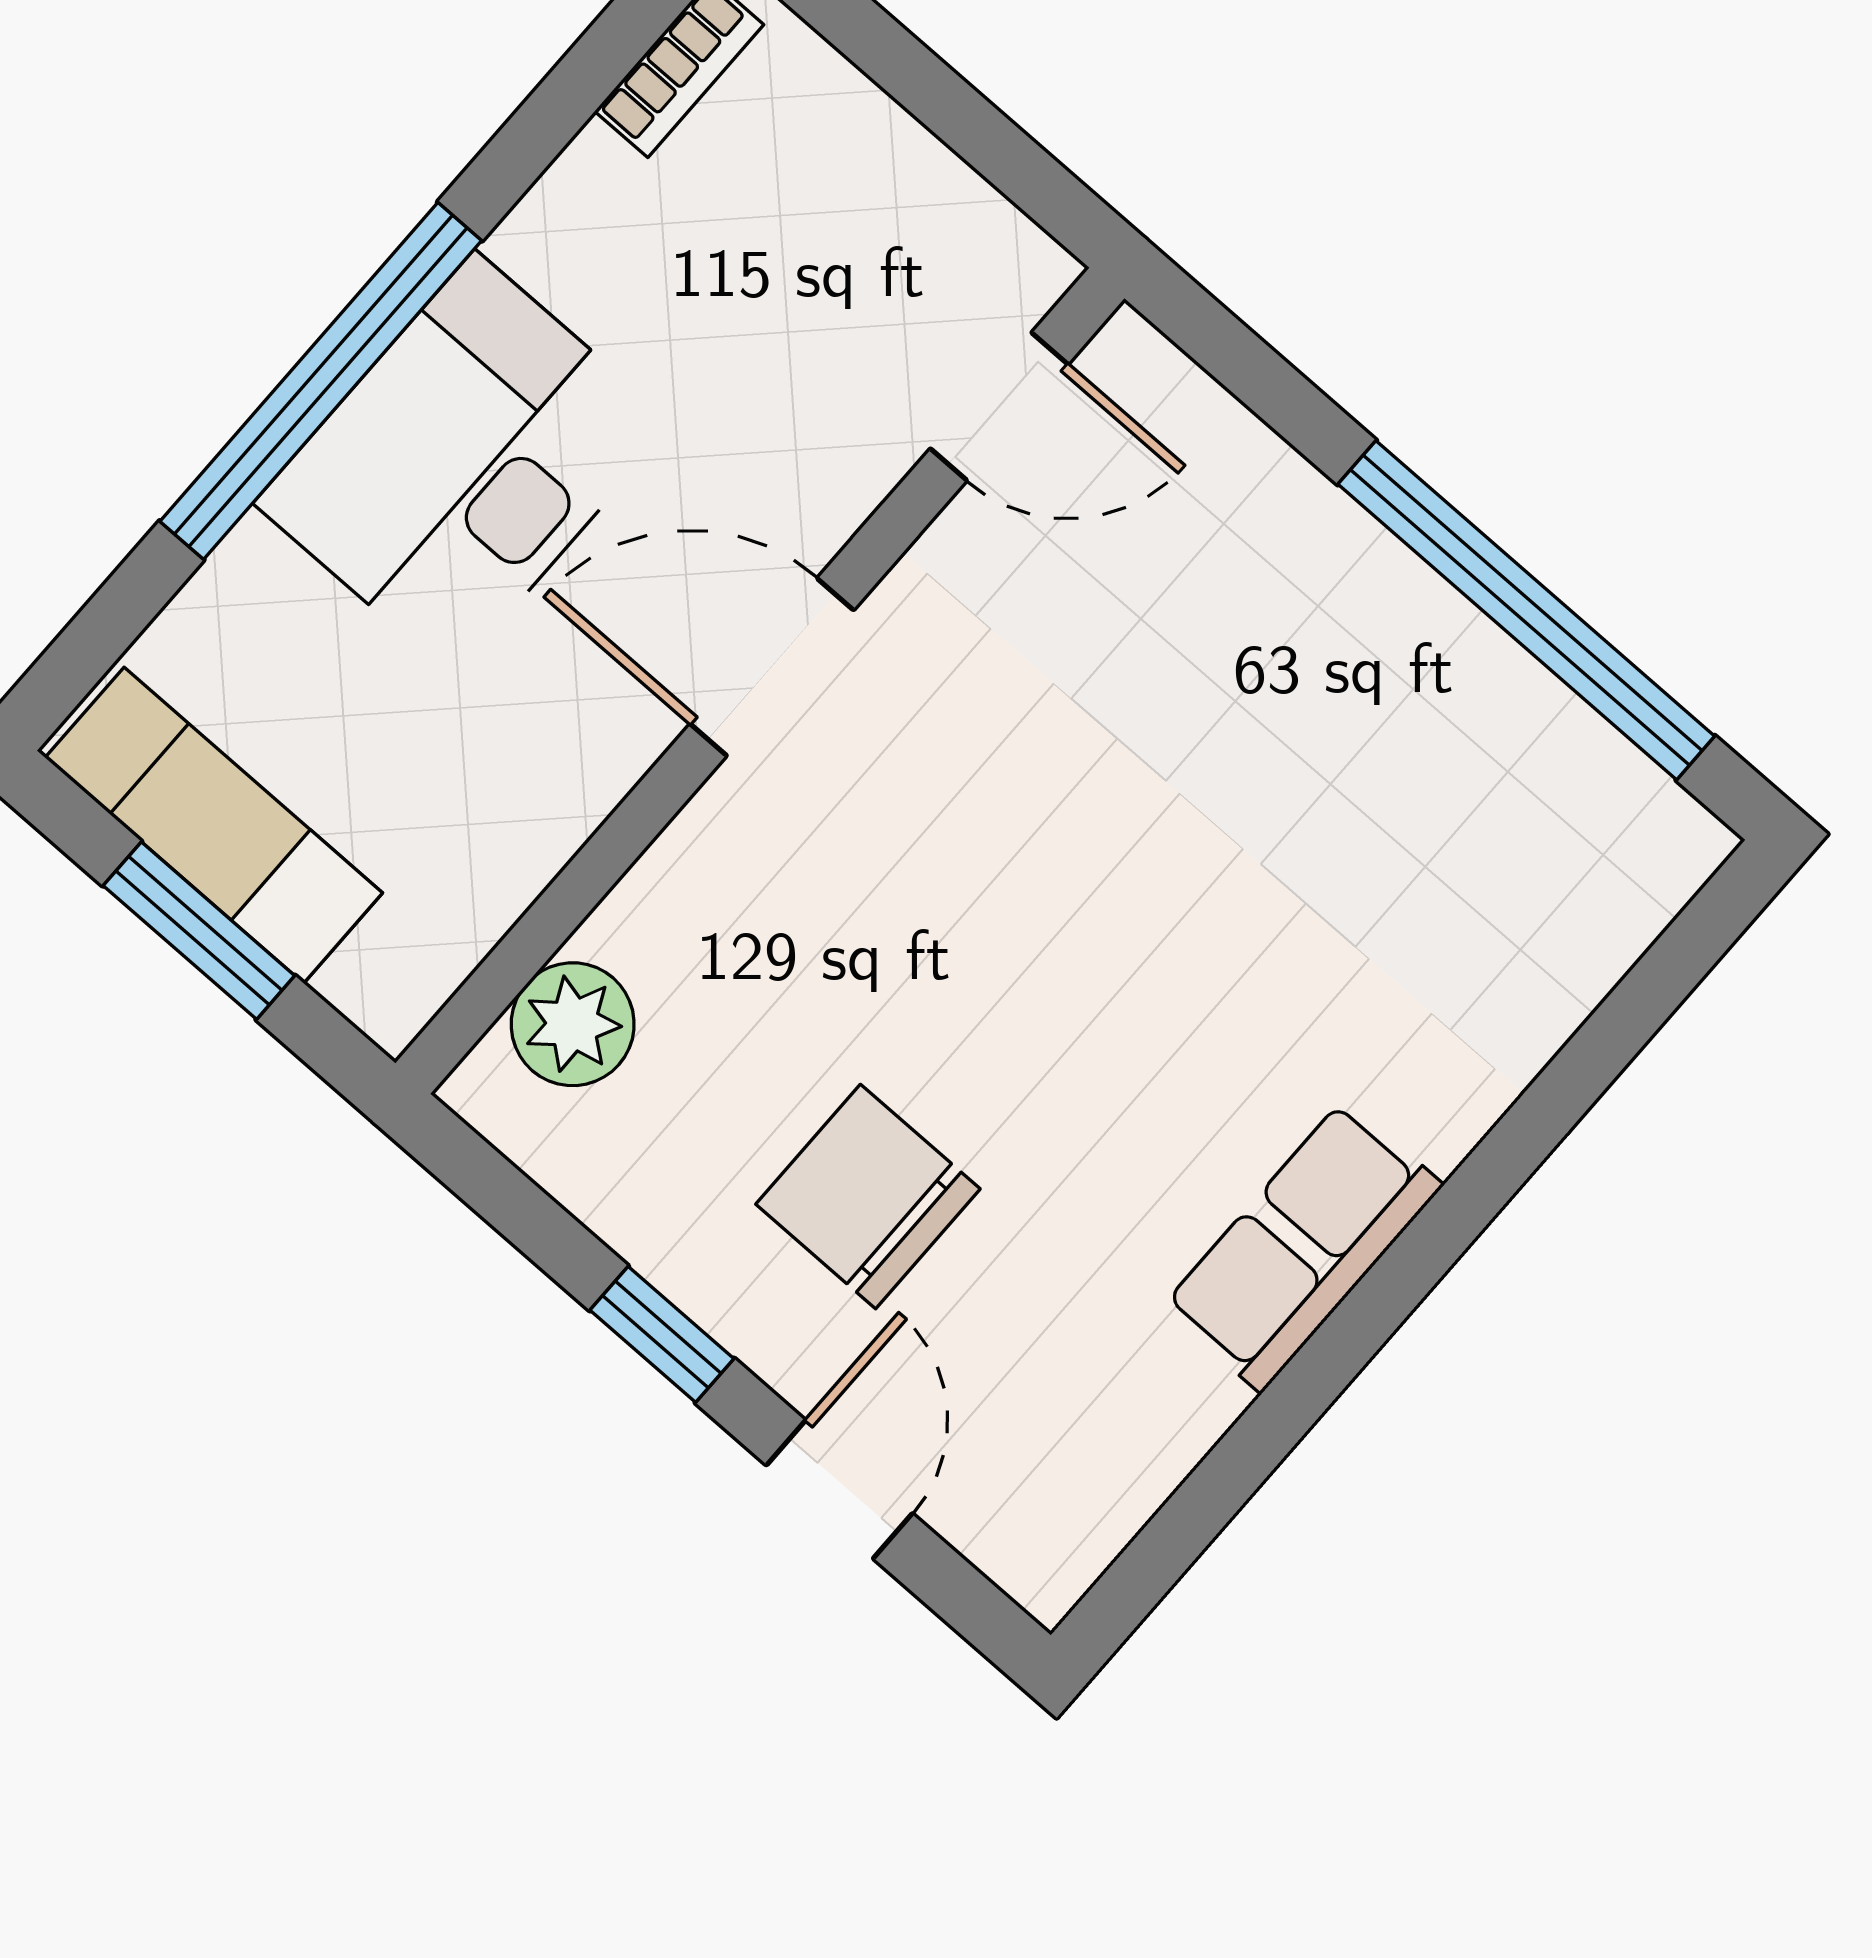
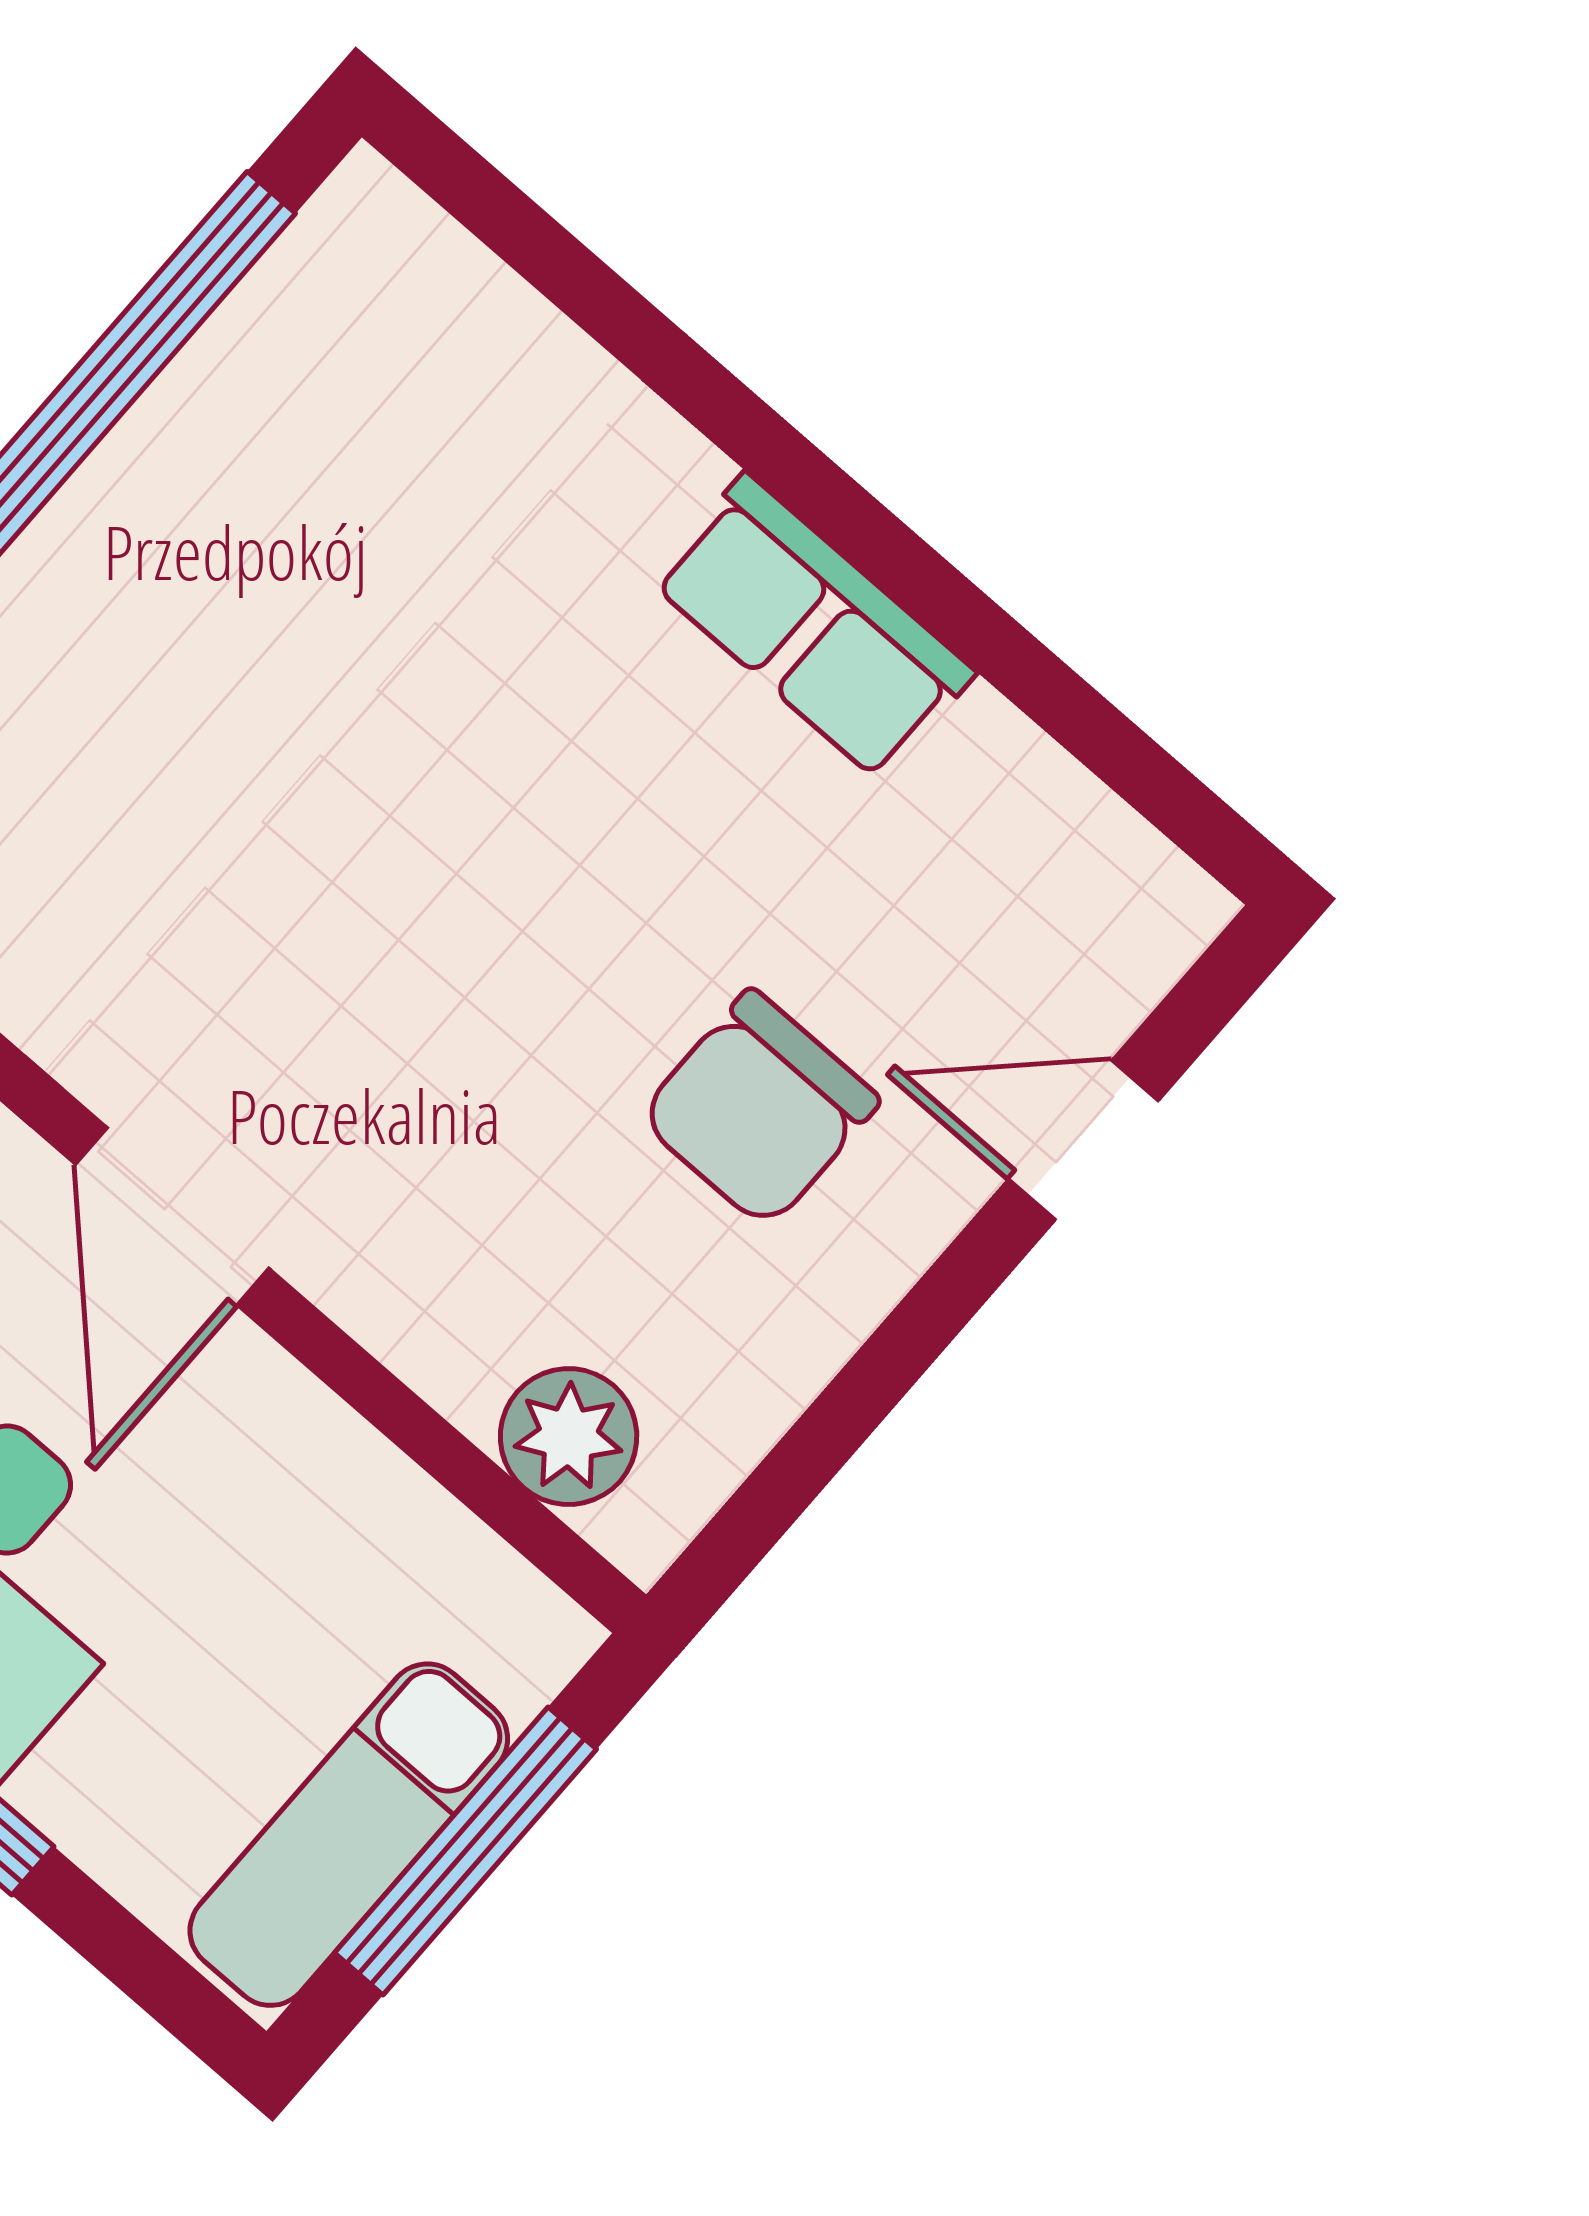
window: (199, 931) -> (466, 1851), width x1.44
window: (662, 1334) -> (912, 1337), removed

